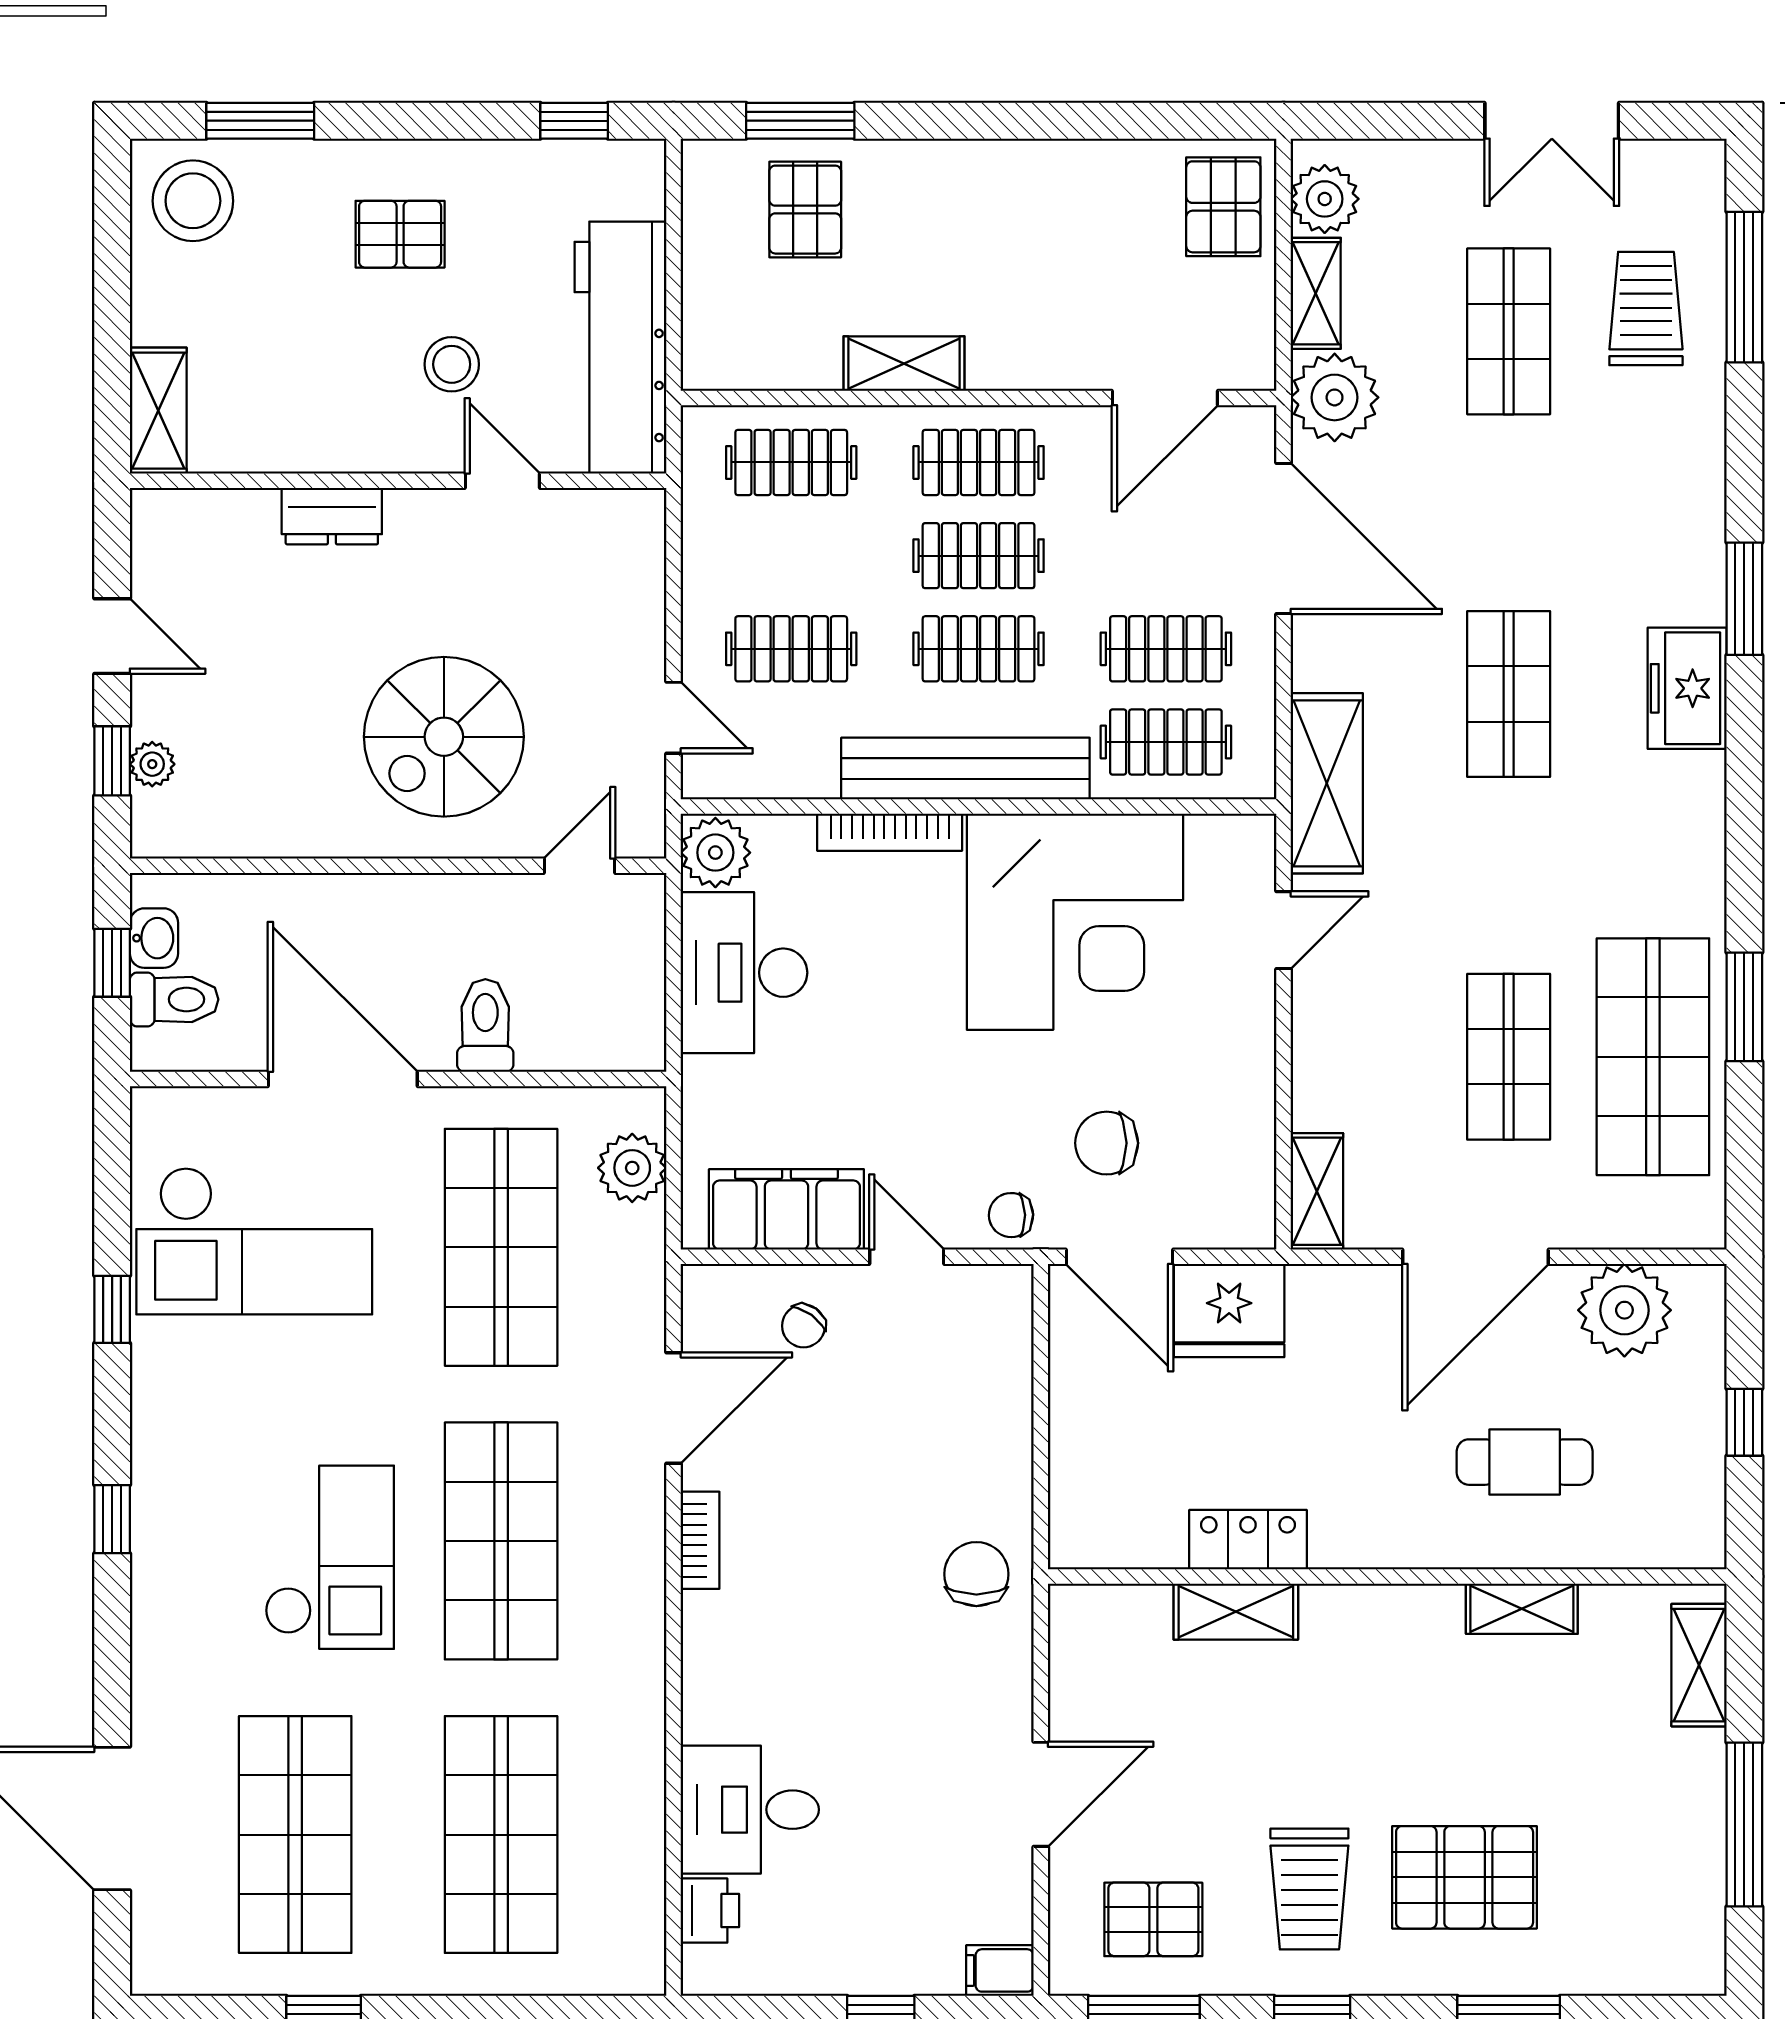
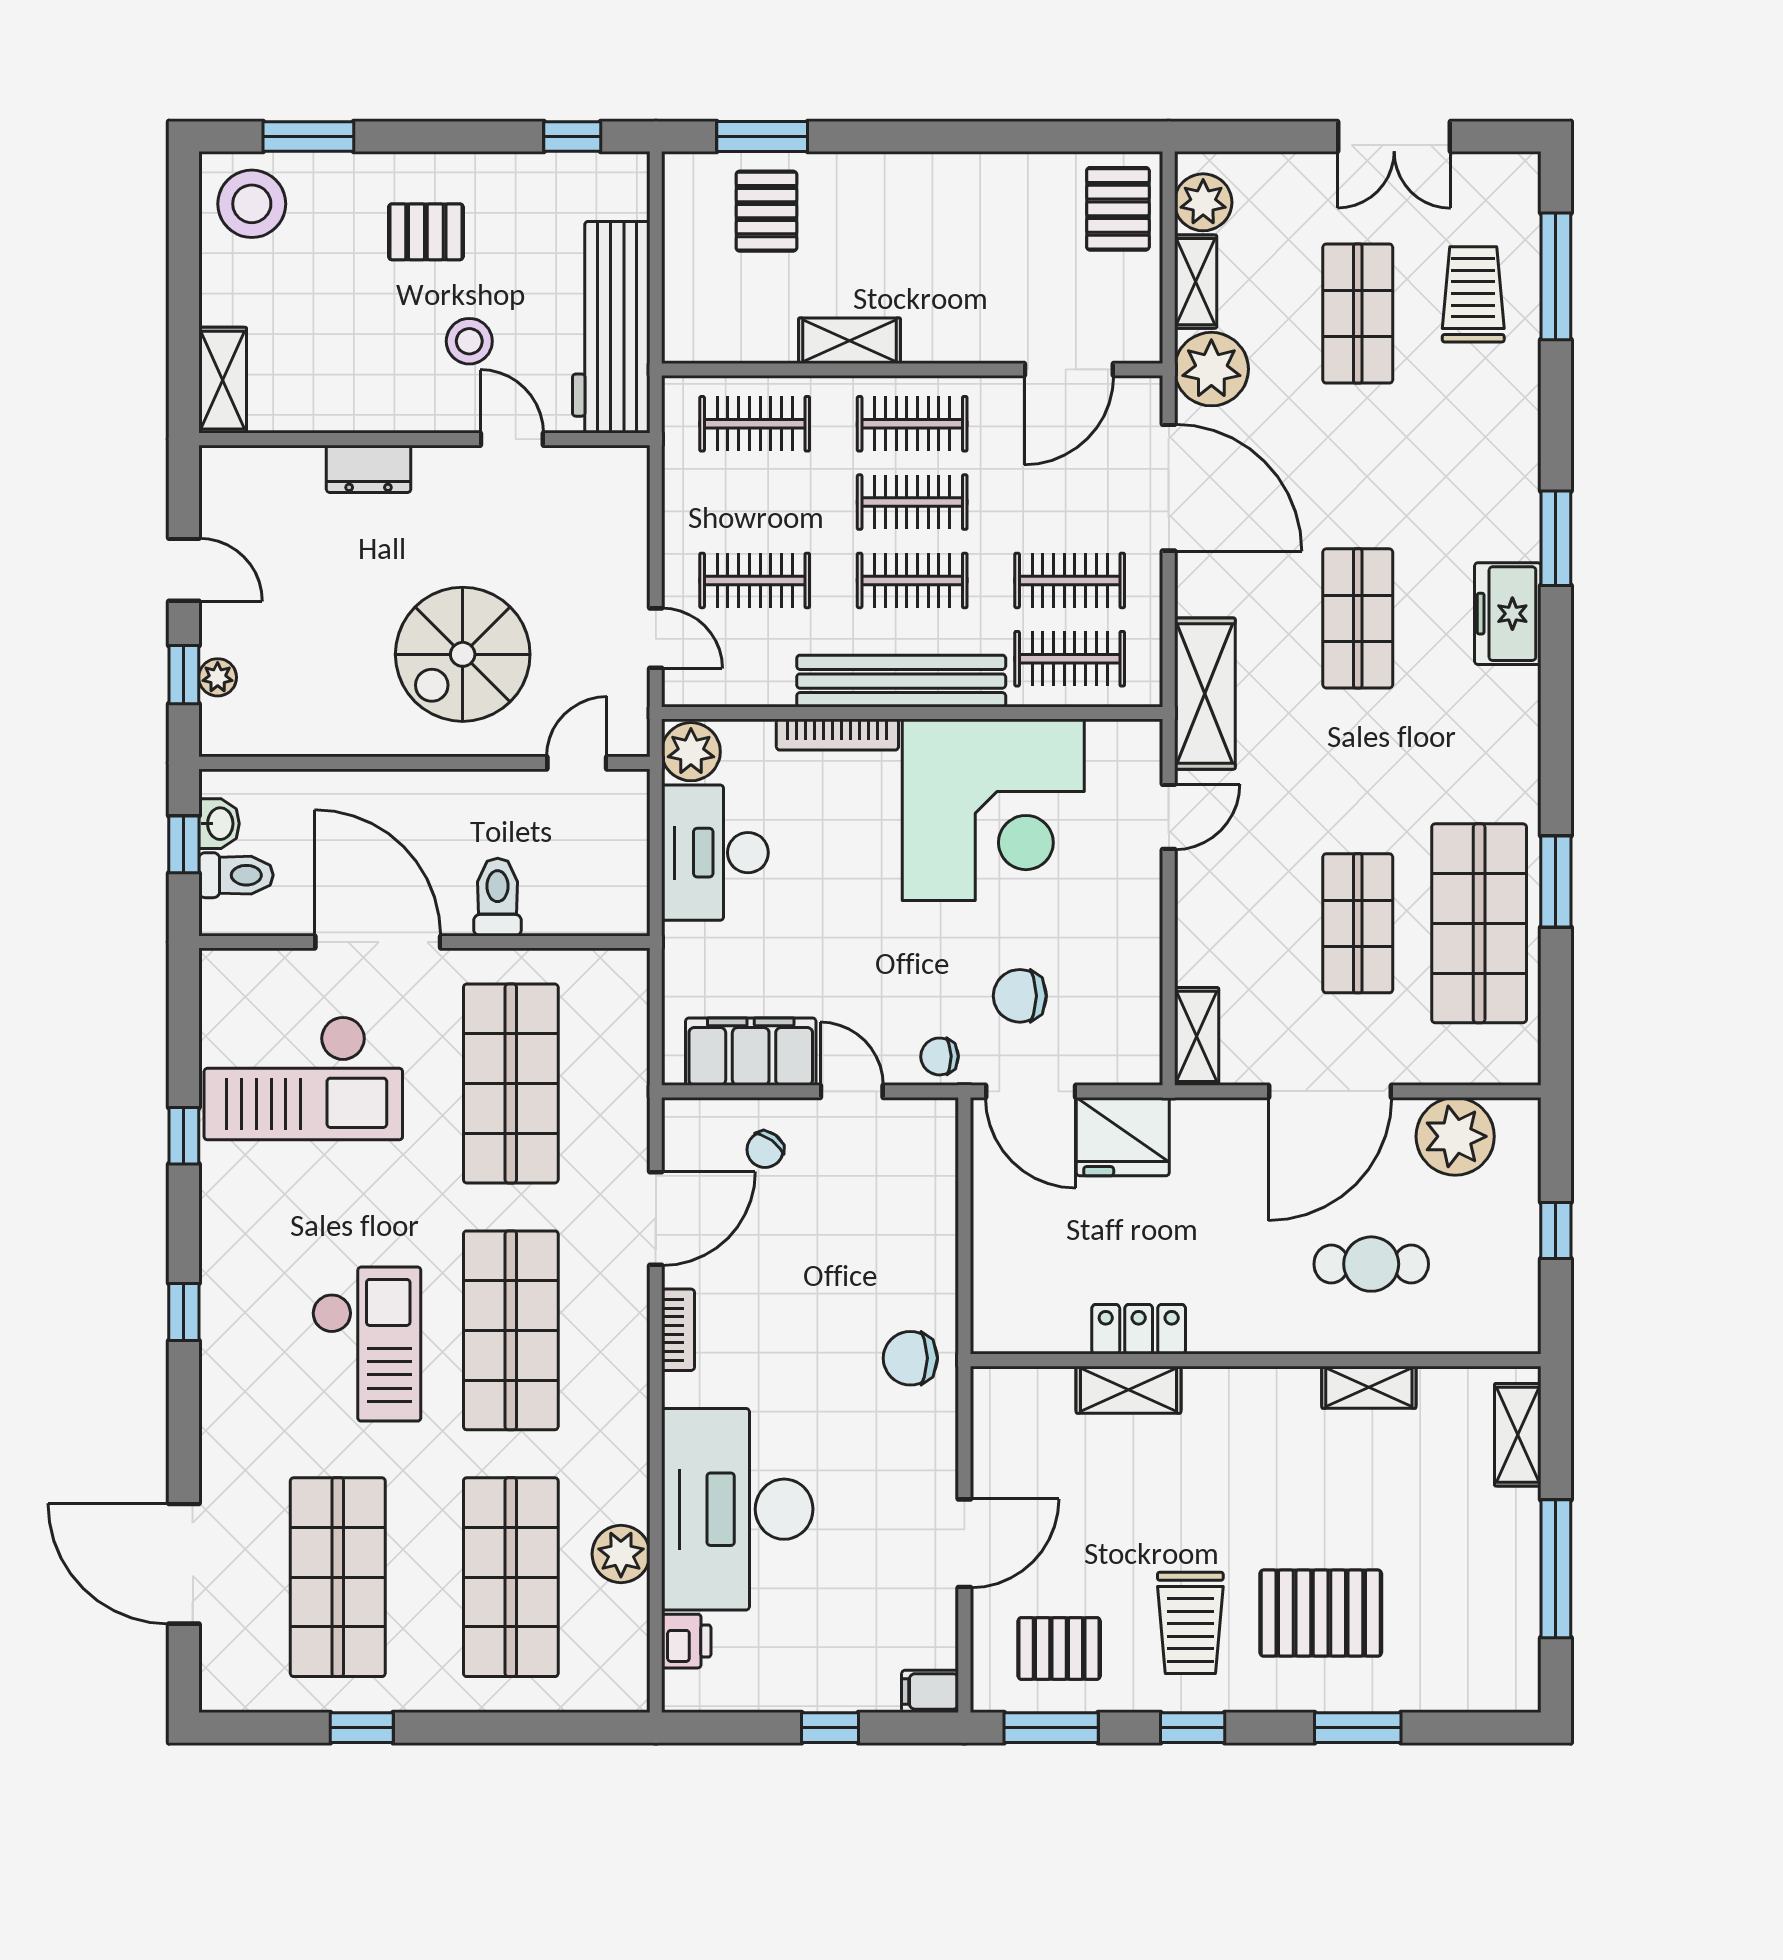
plant: (632, 1168) -> (621, 1554), moved
chair: (976, 1574) -> (910, 1358), turned -90
desk: (750, 1810) -> (737, 1509), width x1.87, depth x1.30

